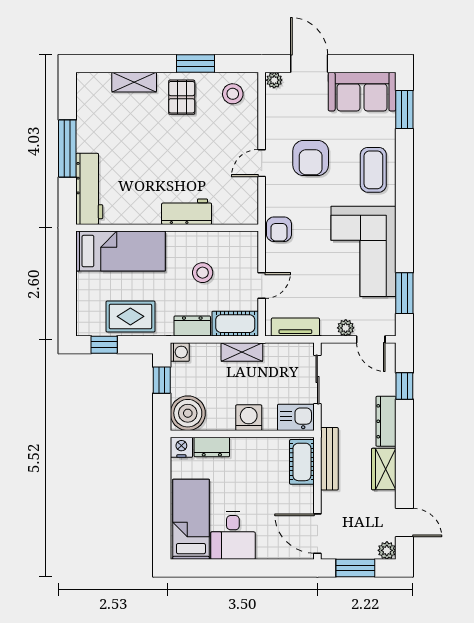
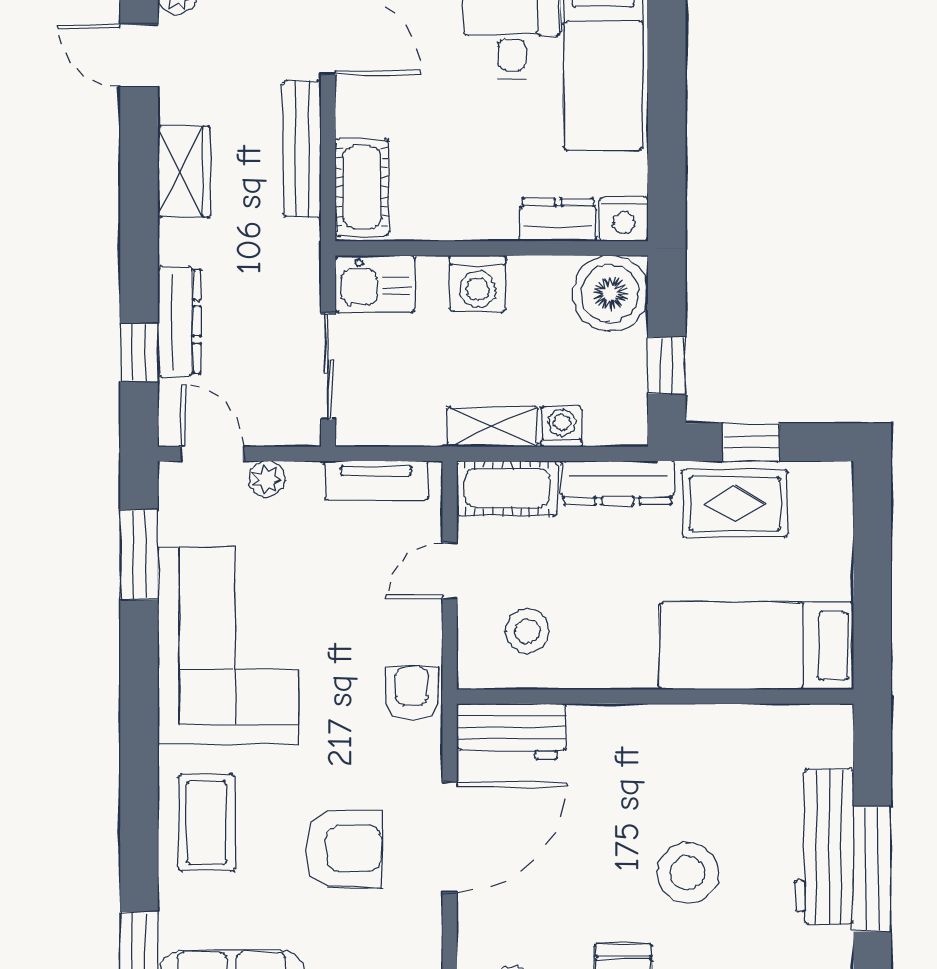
stool: (152, 147) -> (688, 873), added
armchair: (311, 158) -> (343, 848), turned 90
door: (262, 163) -> (450, 837), width x1.87
workbench: (89, 189) -> (824, 846), moved
workbench: (187, 212) -> (512, 732), moved
stool: (203, 273) -> (527, 631), moved
dresser: (192, 326) -> (618, 483), width x1.44
window: (104, 345) -> (751, 442), moved
washing machine: (180, 352) -> (562, 426), moved, turned 90
dresser: (386, 421) -> (179, 322), moved
bench: (329, 459) -> (302, 149), moved

